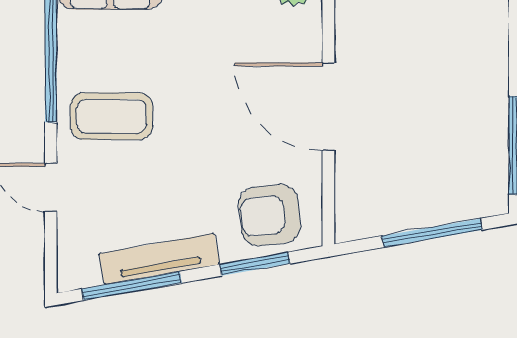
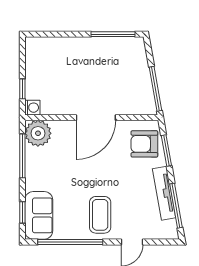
armchair: (270, 215) -> (144, 144), turned 96
window: (432, 233) -> (155, 89), moved

